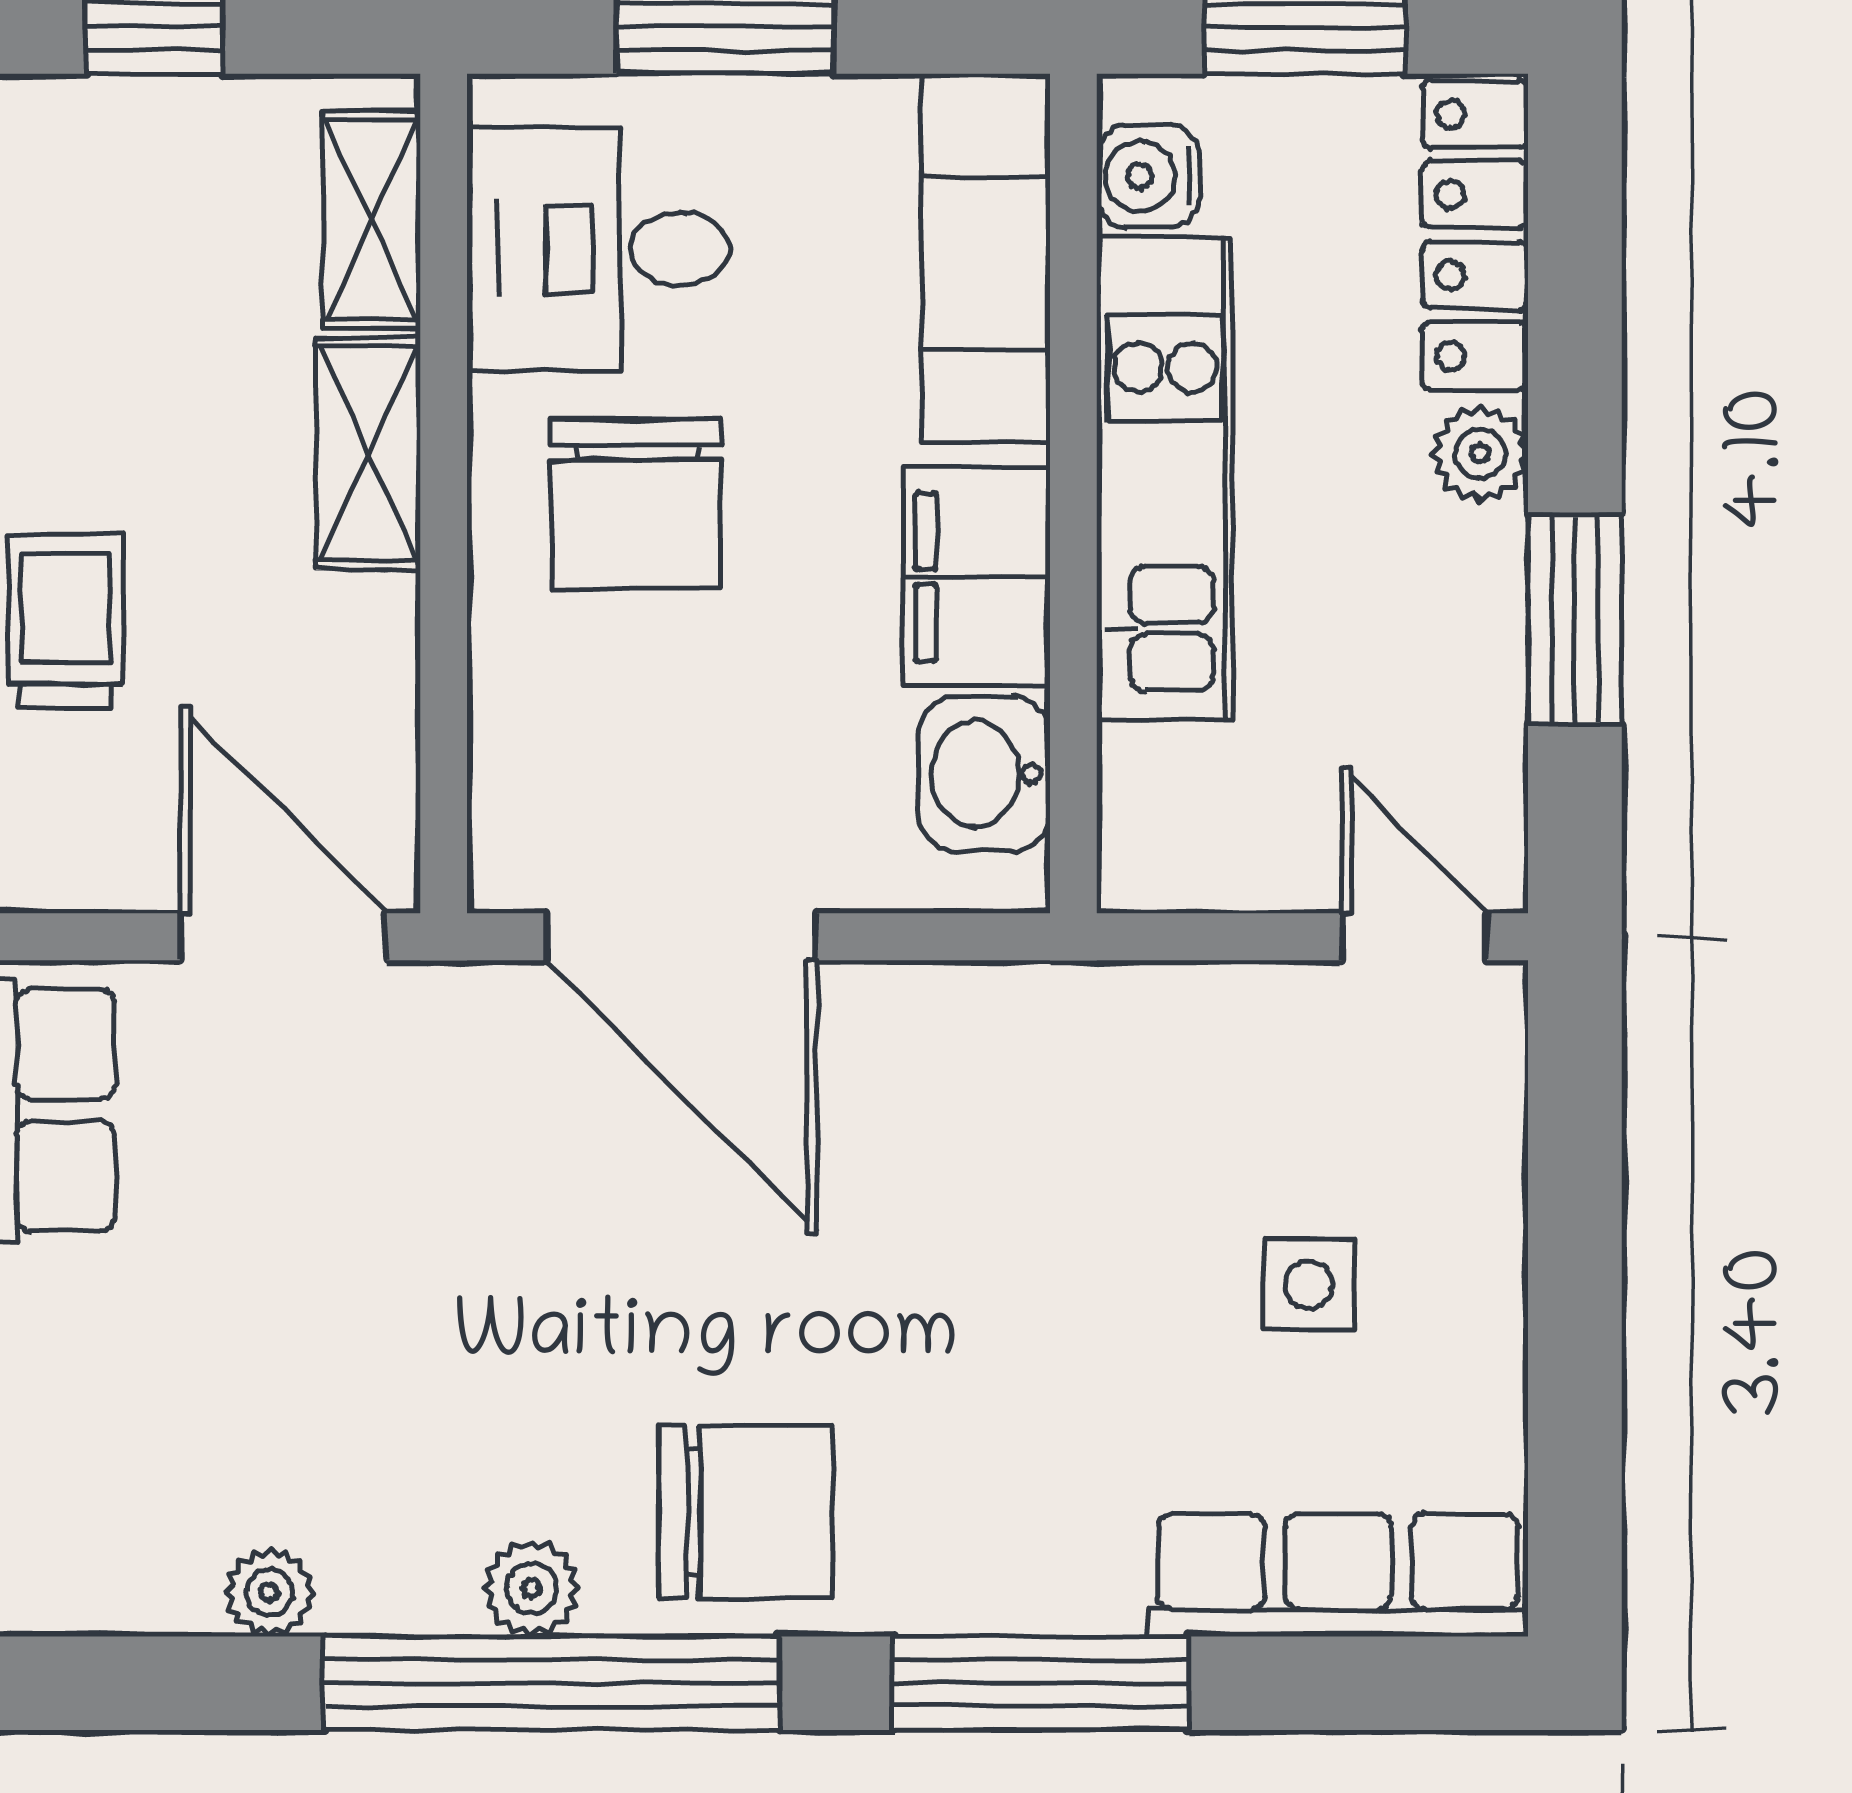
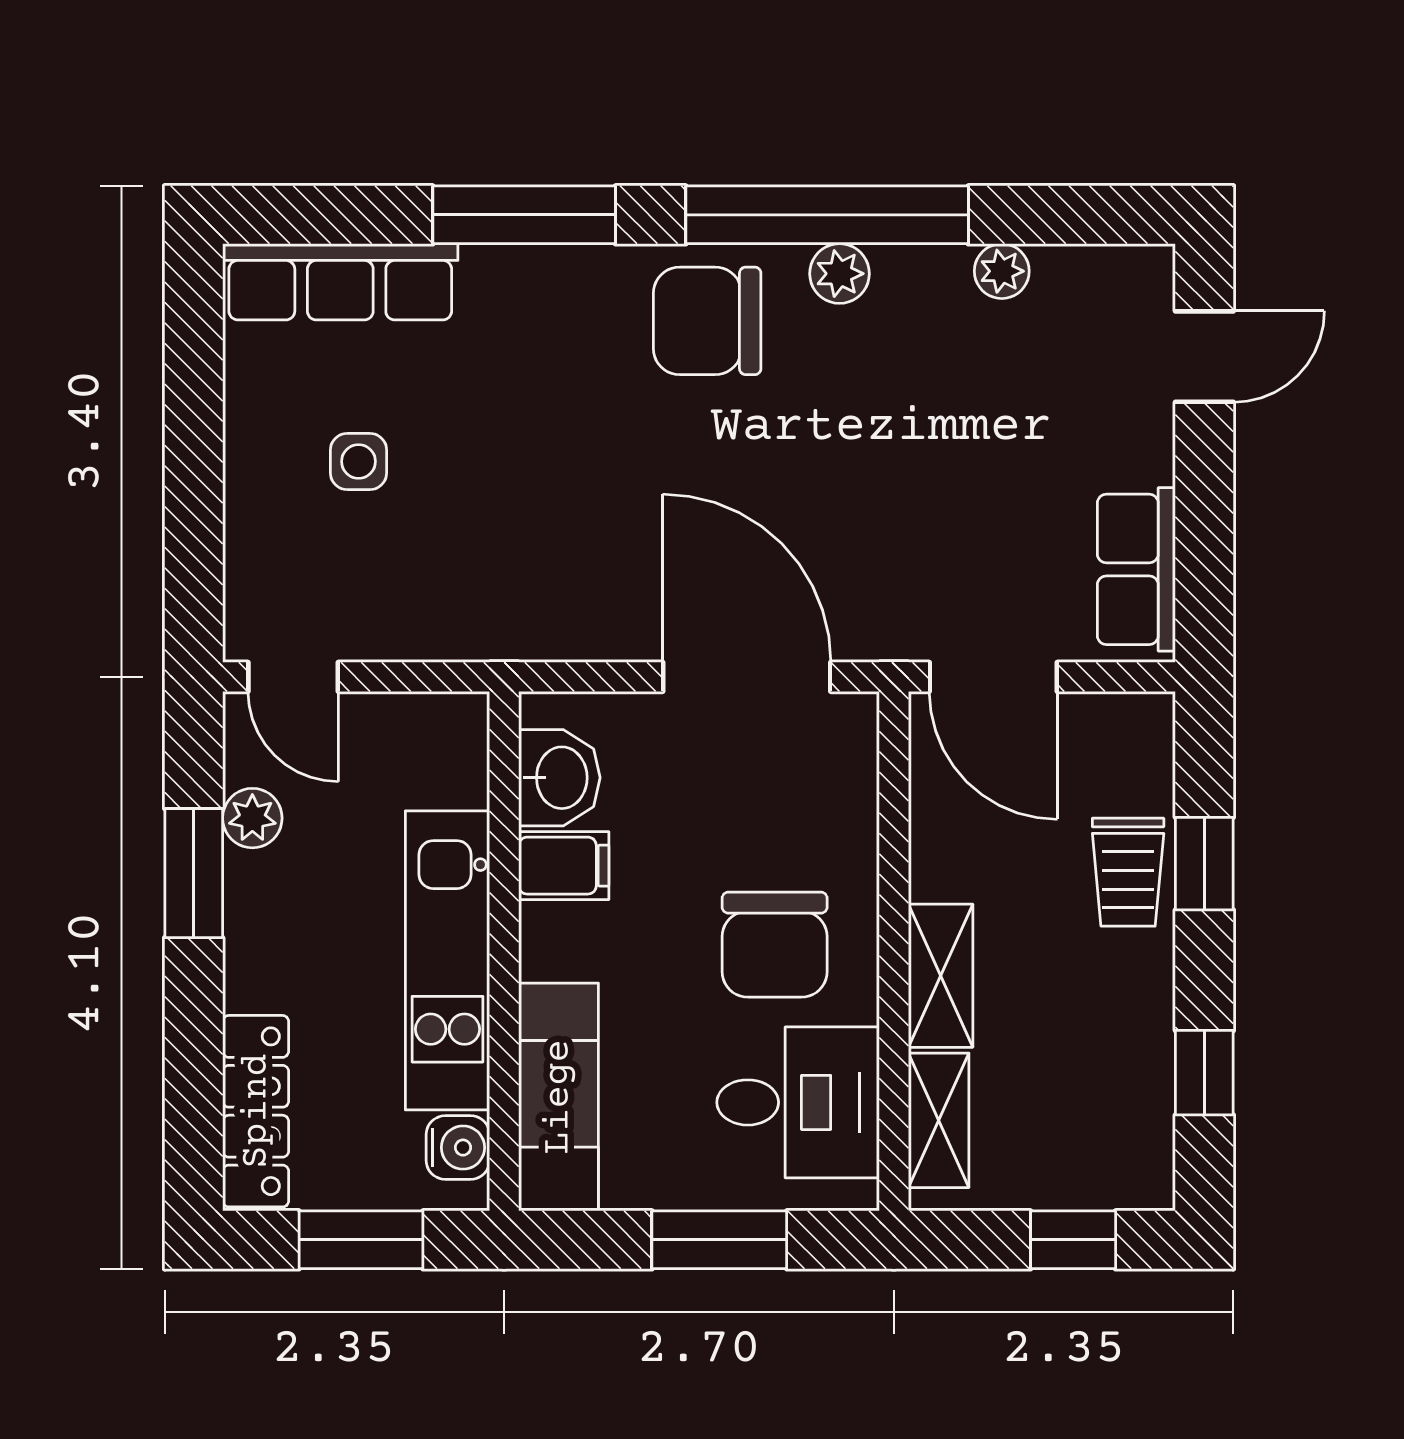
plant: (1480, 454) -> (252, 818), moved
chair: (636, 504) -> (775, 945), turned 180
filing cabinet: (977, 577) -> (564, 866), width x0.50

